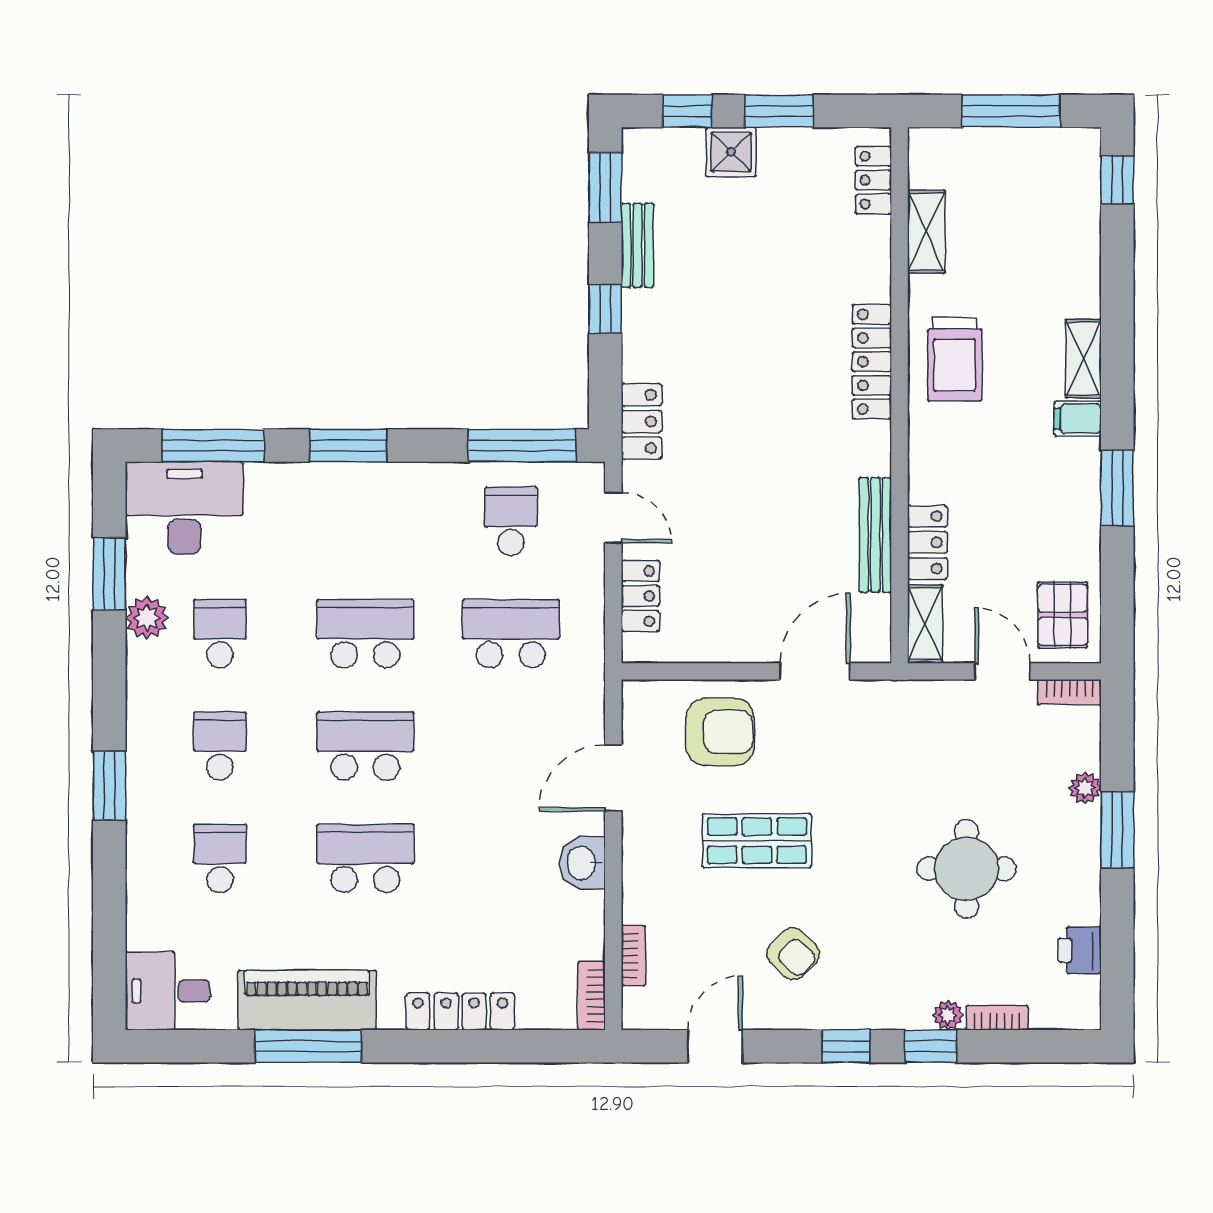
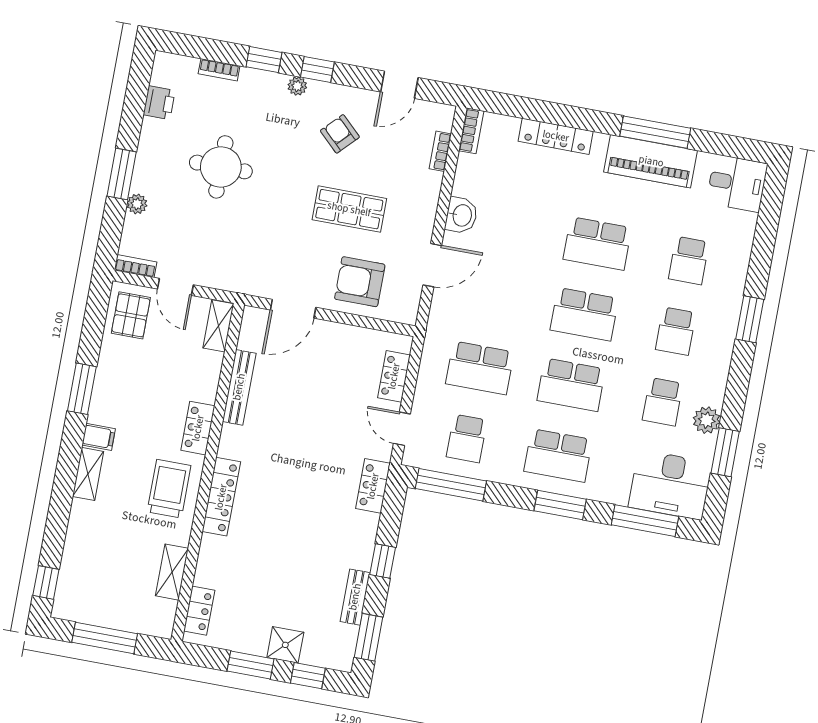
school desk: (365, 521) -> (558, 455), added
locker: (927, 542) -> (198, 428), moved
plant: (948, 1015) -> (297, 86), moved

